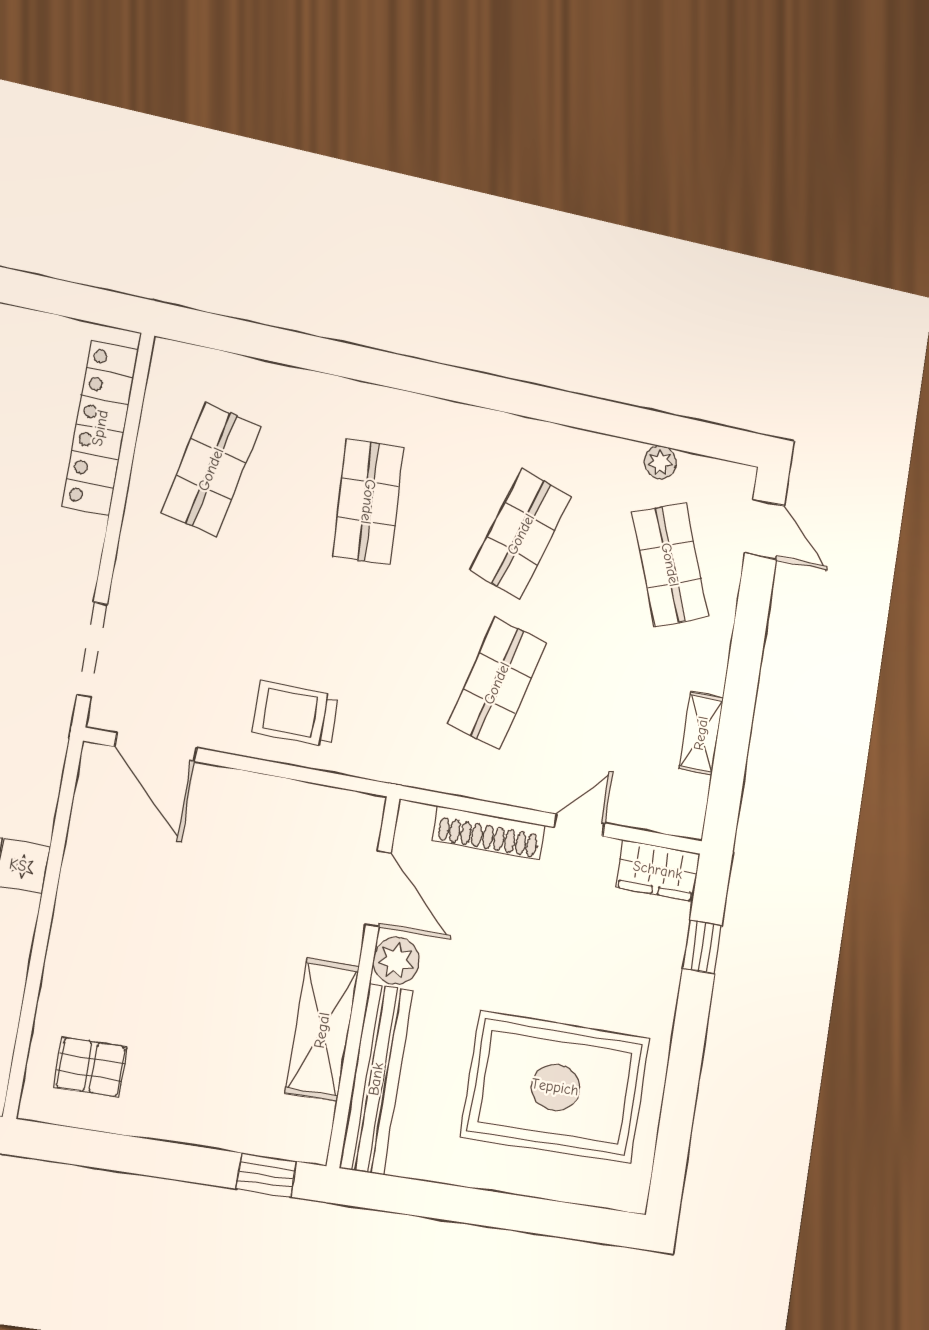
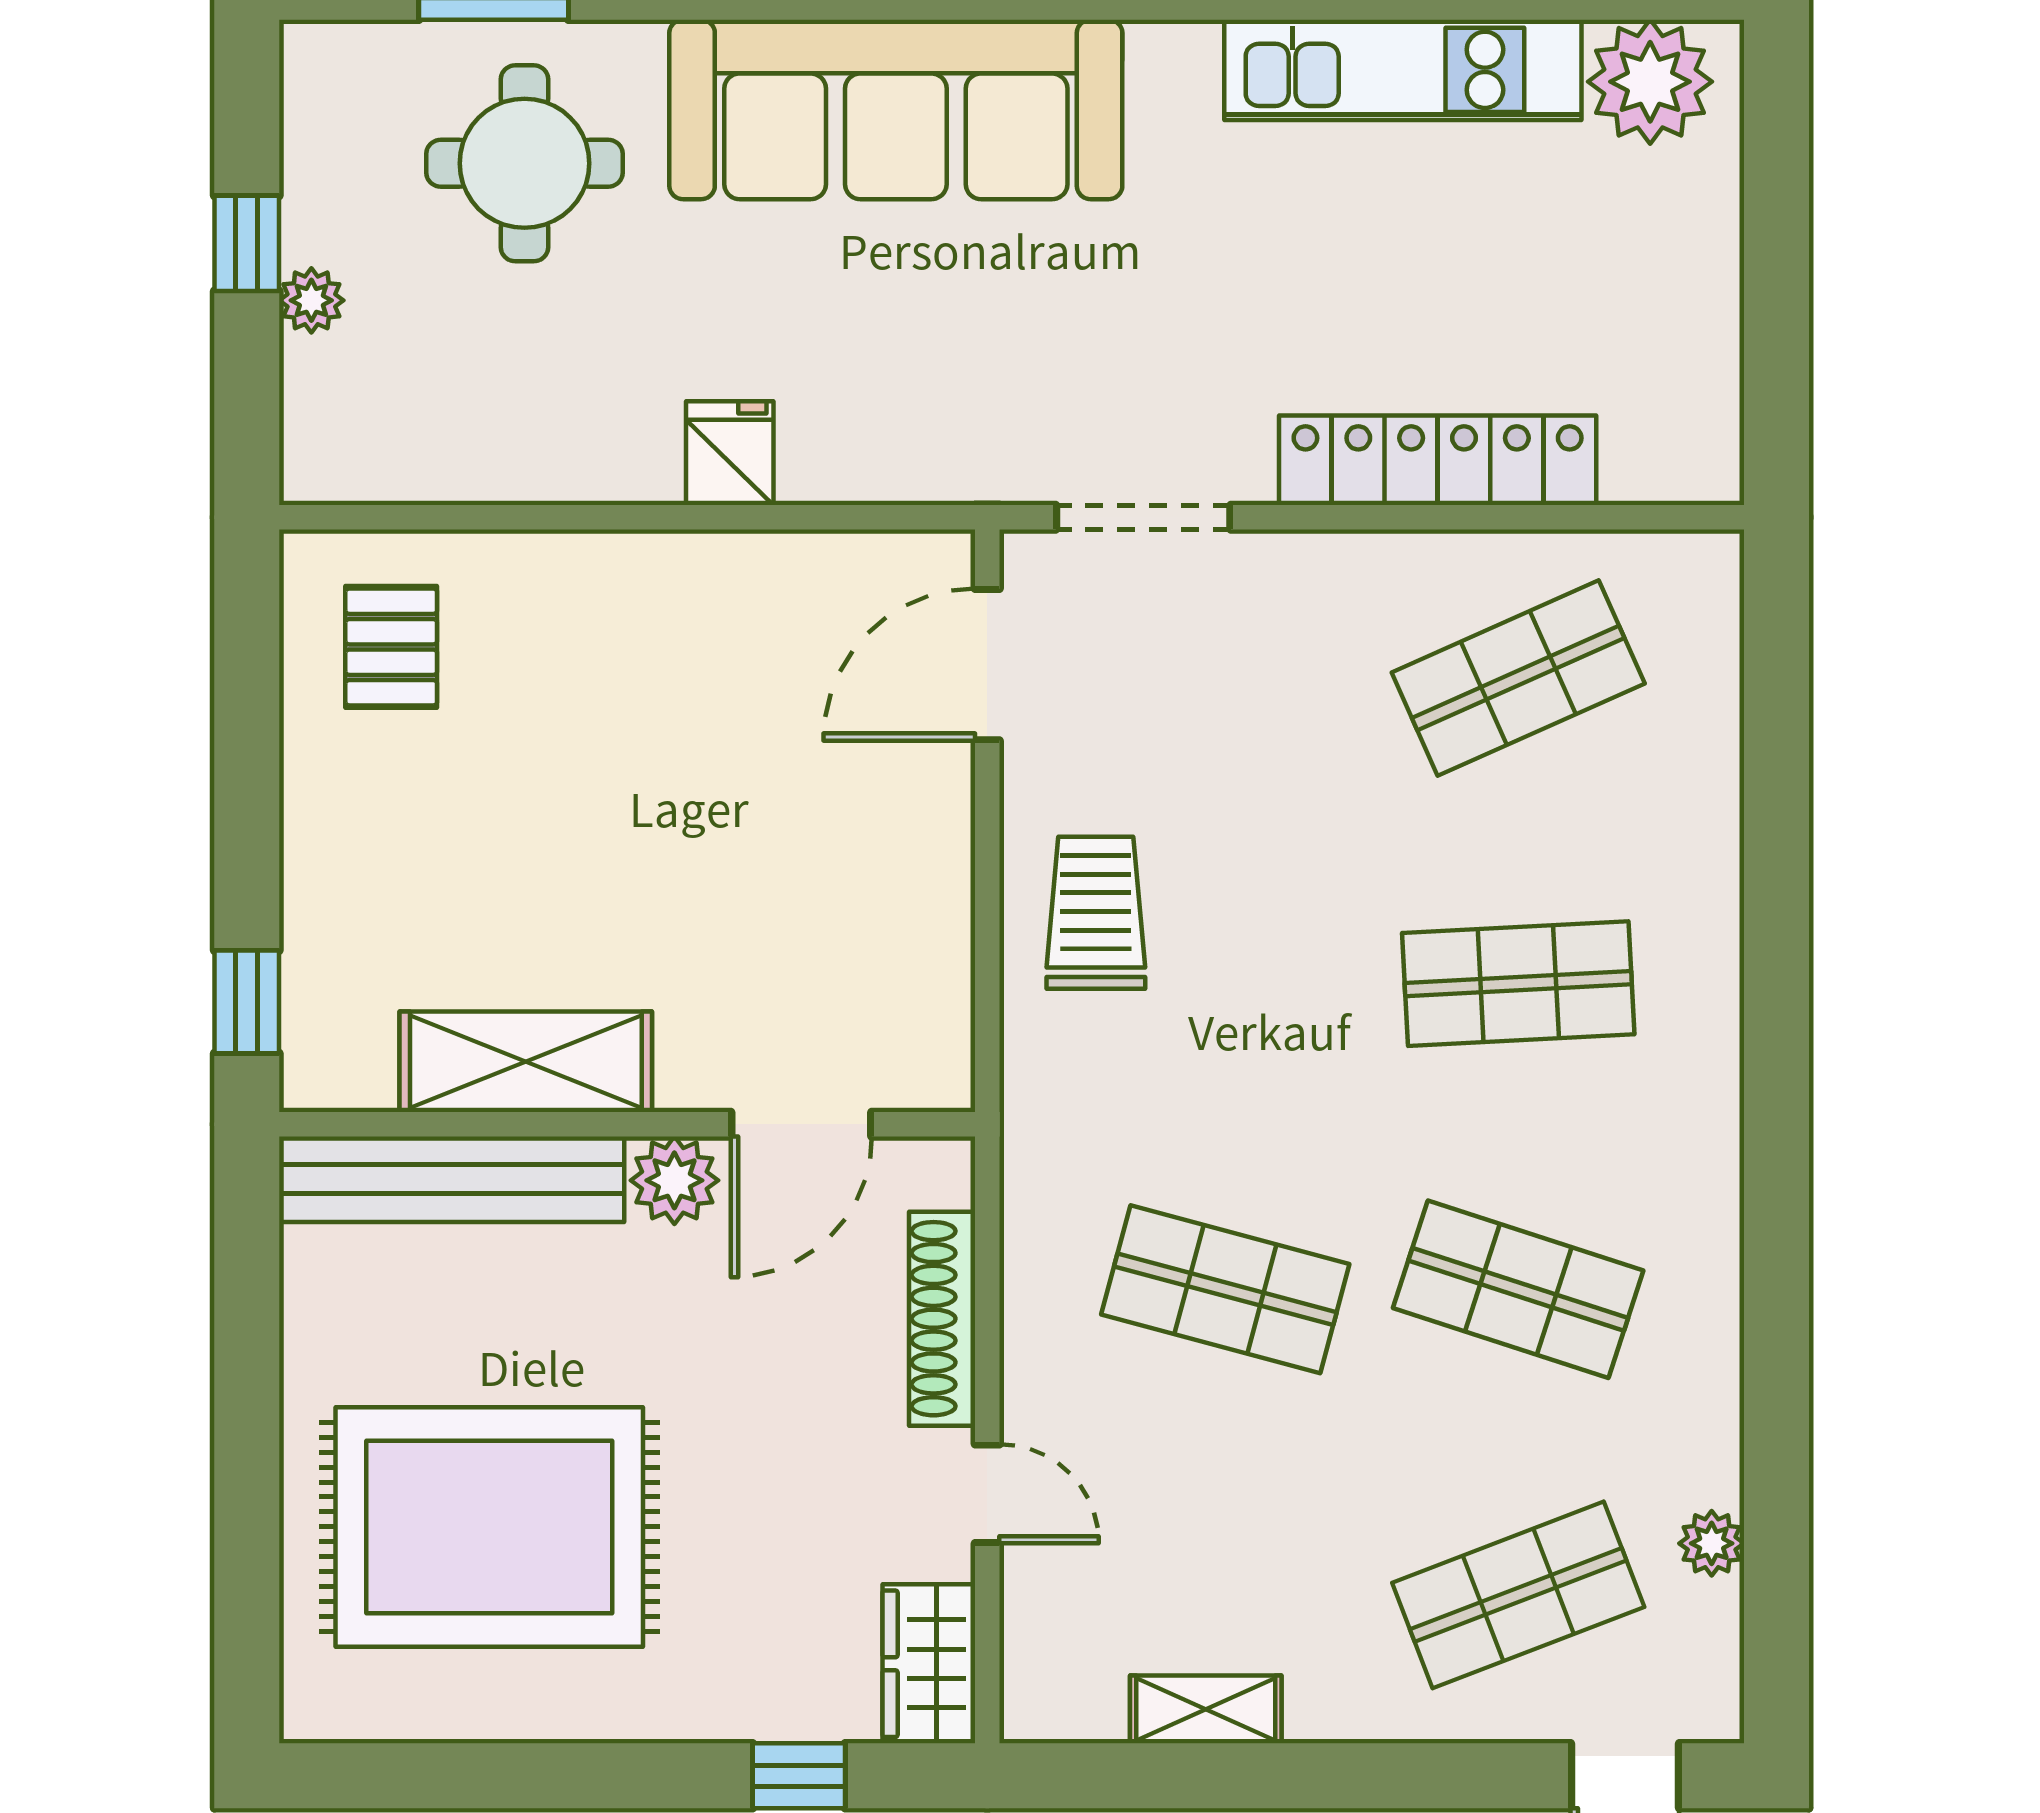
locker: (100, 428) -> (1438, 460), moved
shop shelf: (211, 469) -> (1518, 678), turned -36
rug: (555, 1087) -> (489, 1527), turned 90

